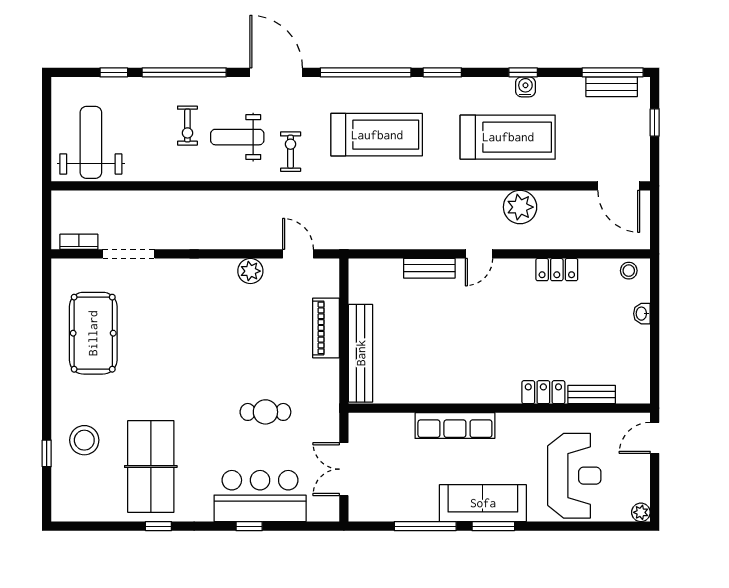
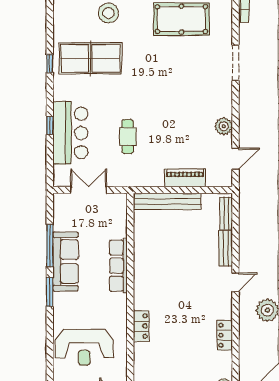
doorway: (129, 254) -> (235, 63), moved
door: (479, 254) -> (235, 282), swing flipped
bench: (592, 395) -> (226, 213), moved
sofa: (483, 503) -> (66, 261), moved

